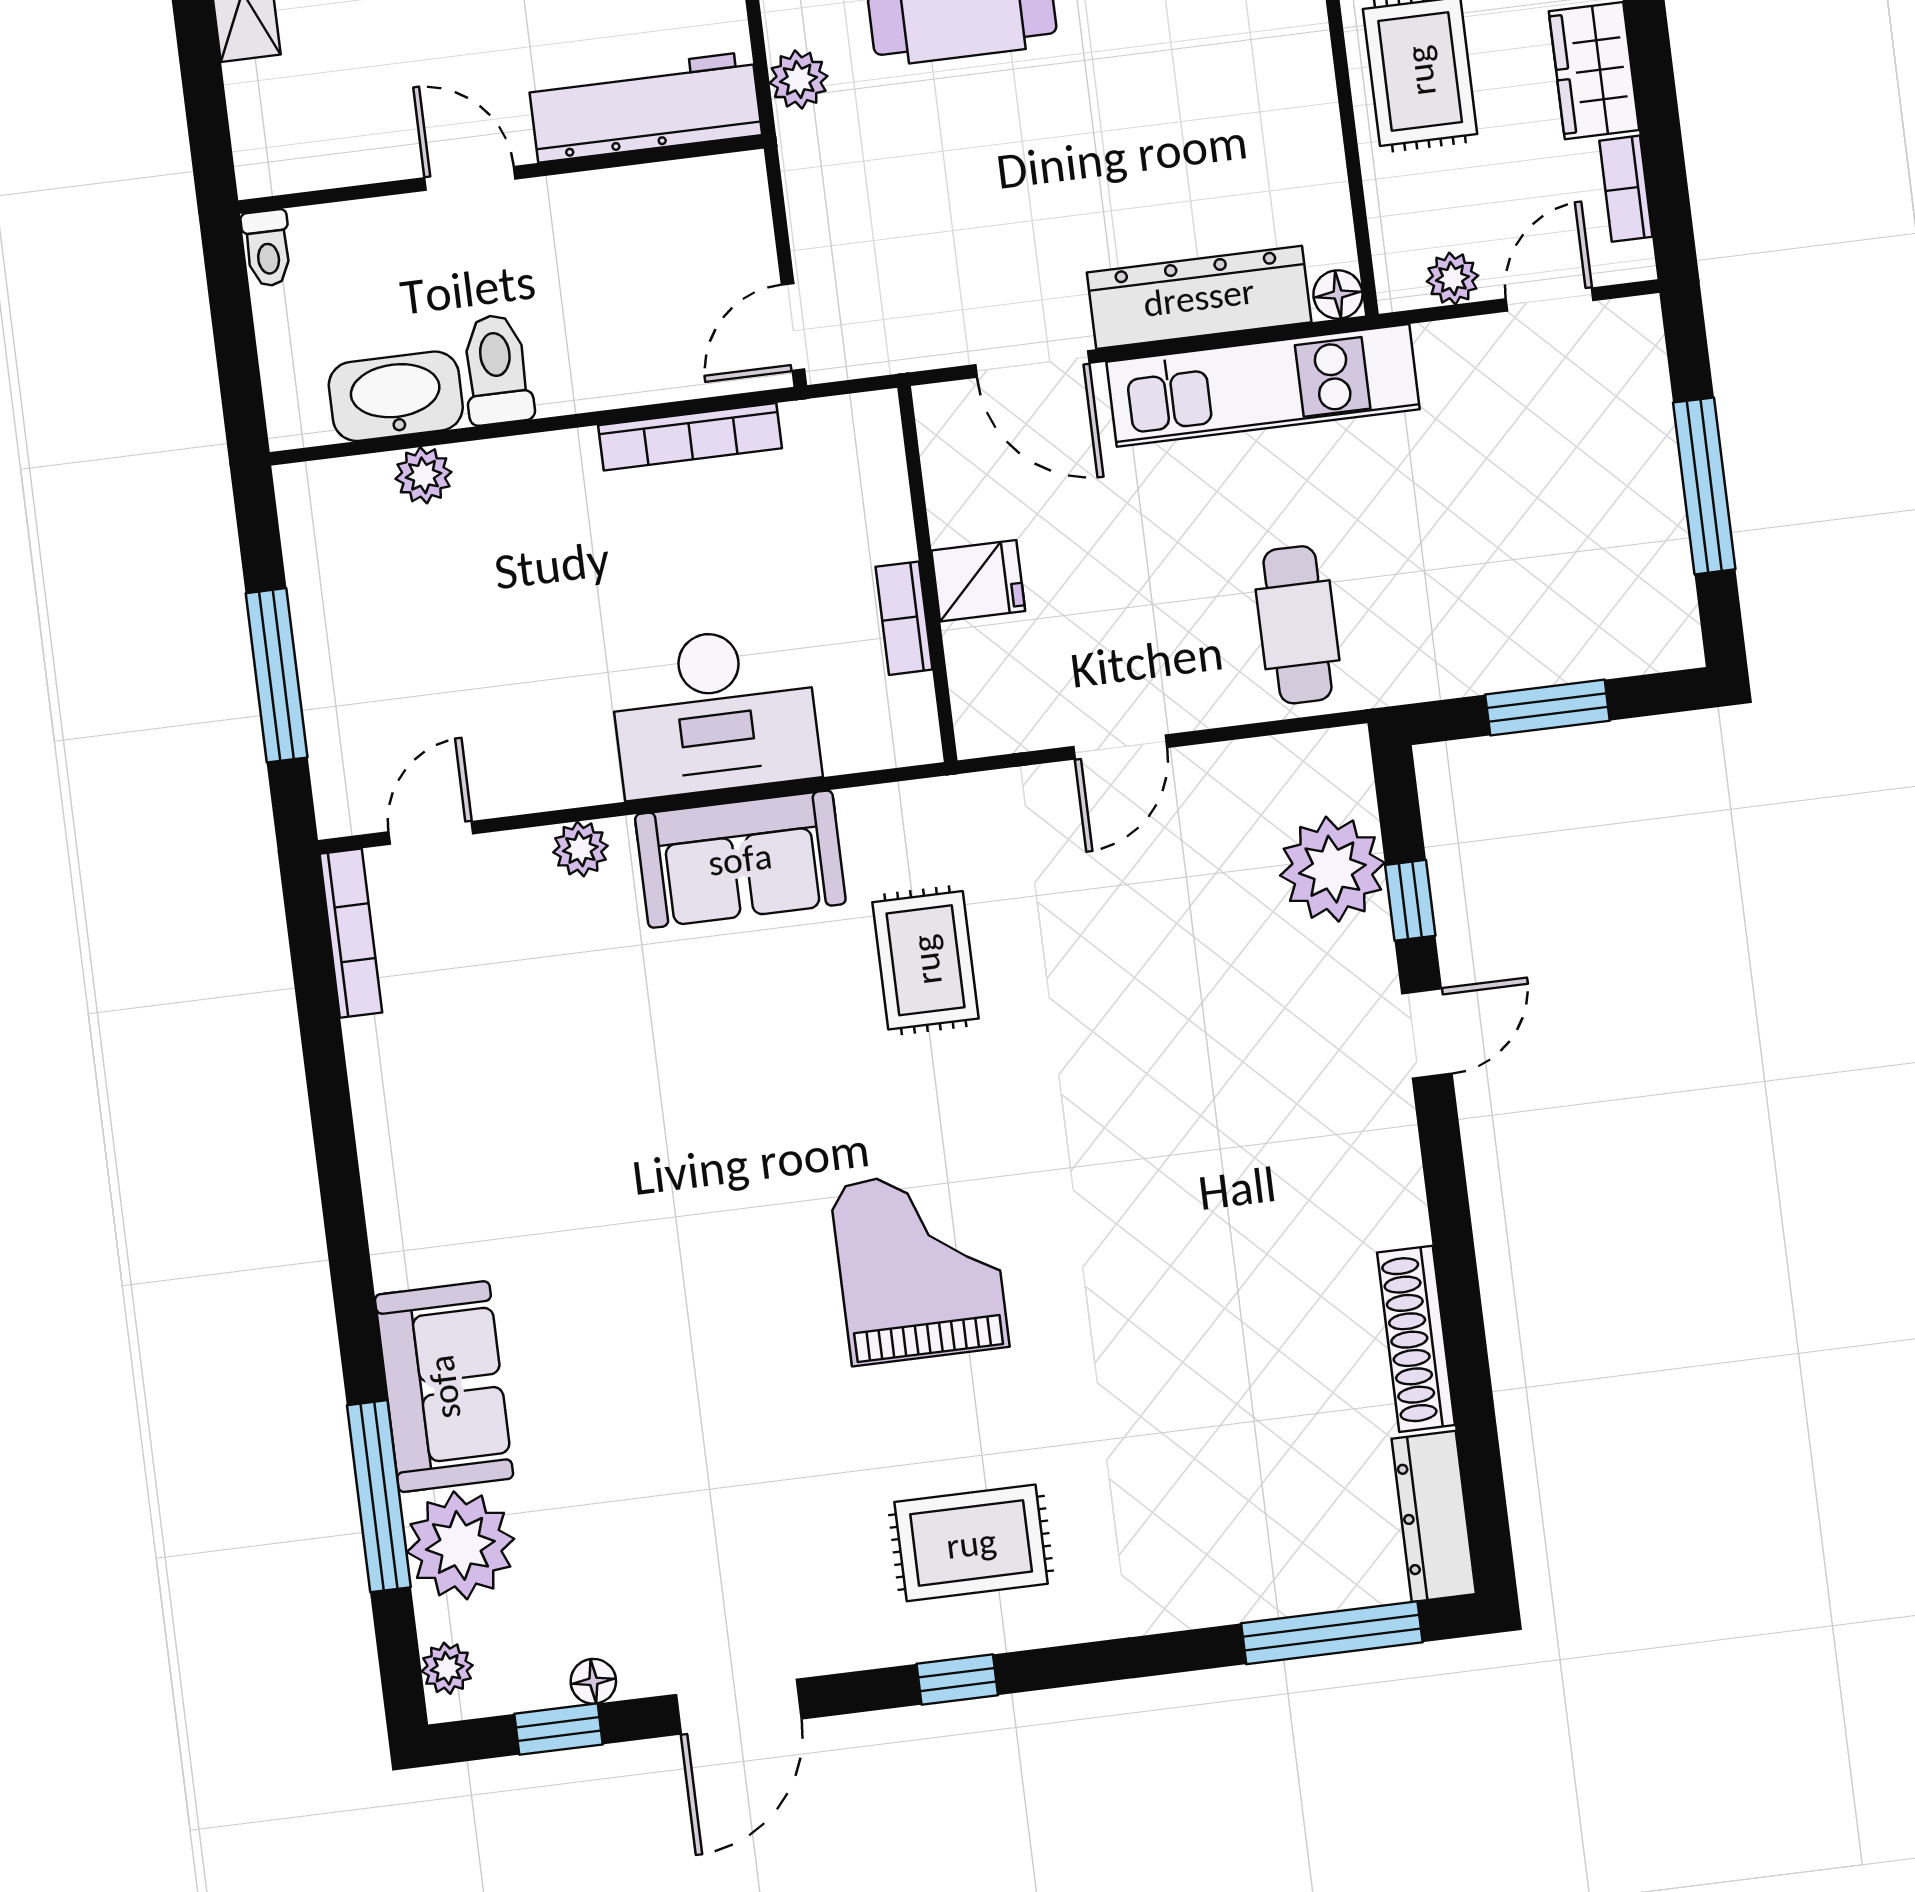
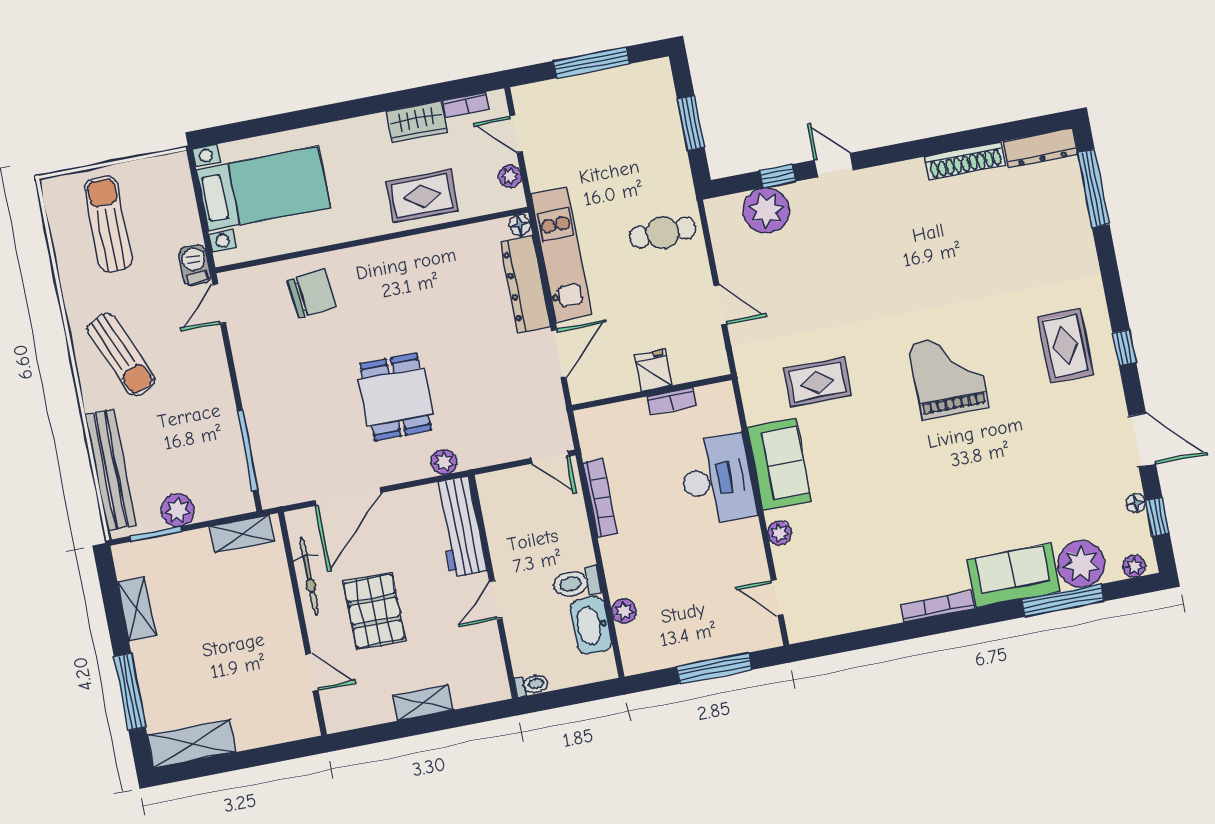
bookcase: (351, 933) -> (938, 606), moved
grand piano: (920, 1266) -> (948, 376), turned 90

